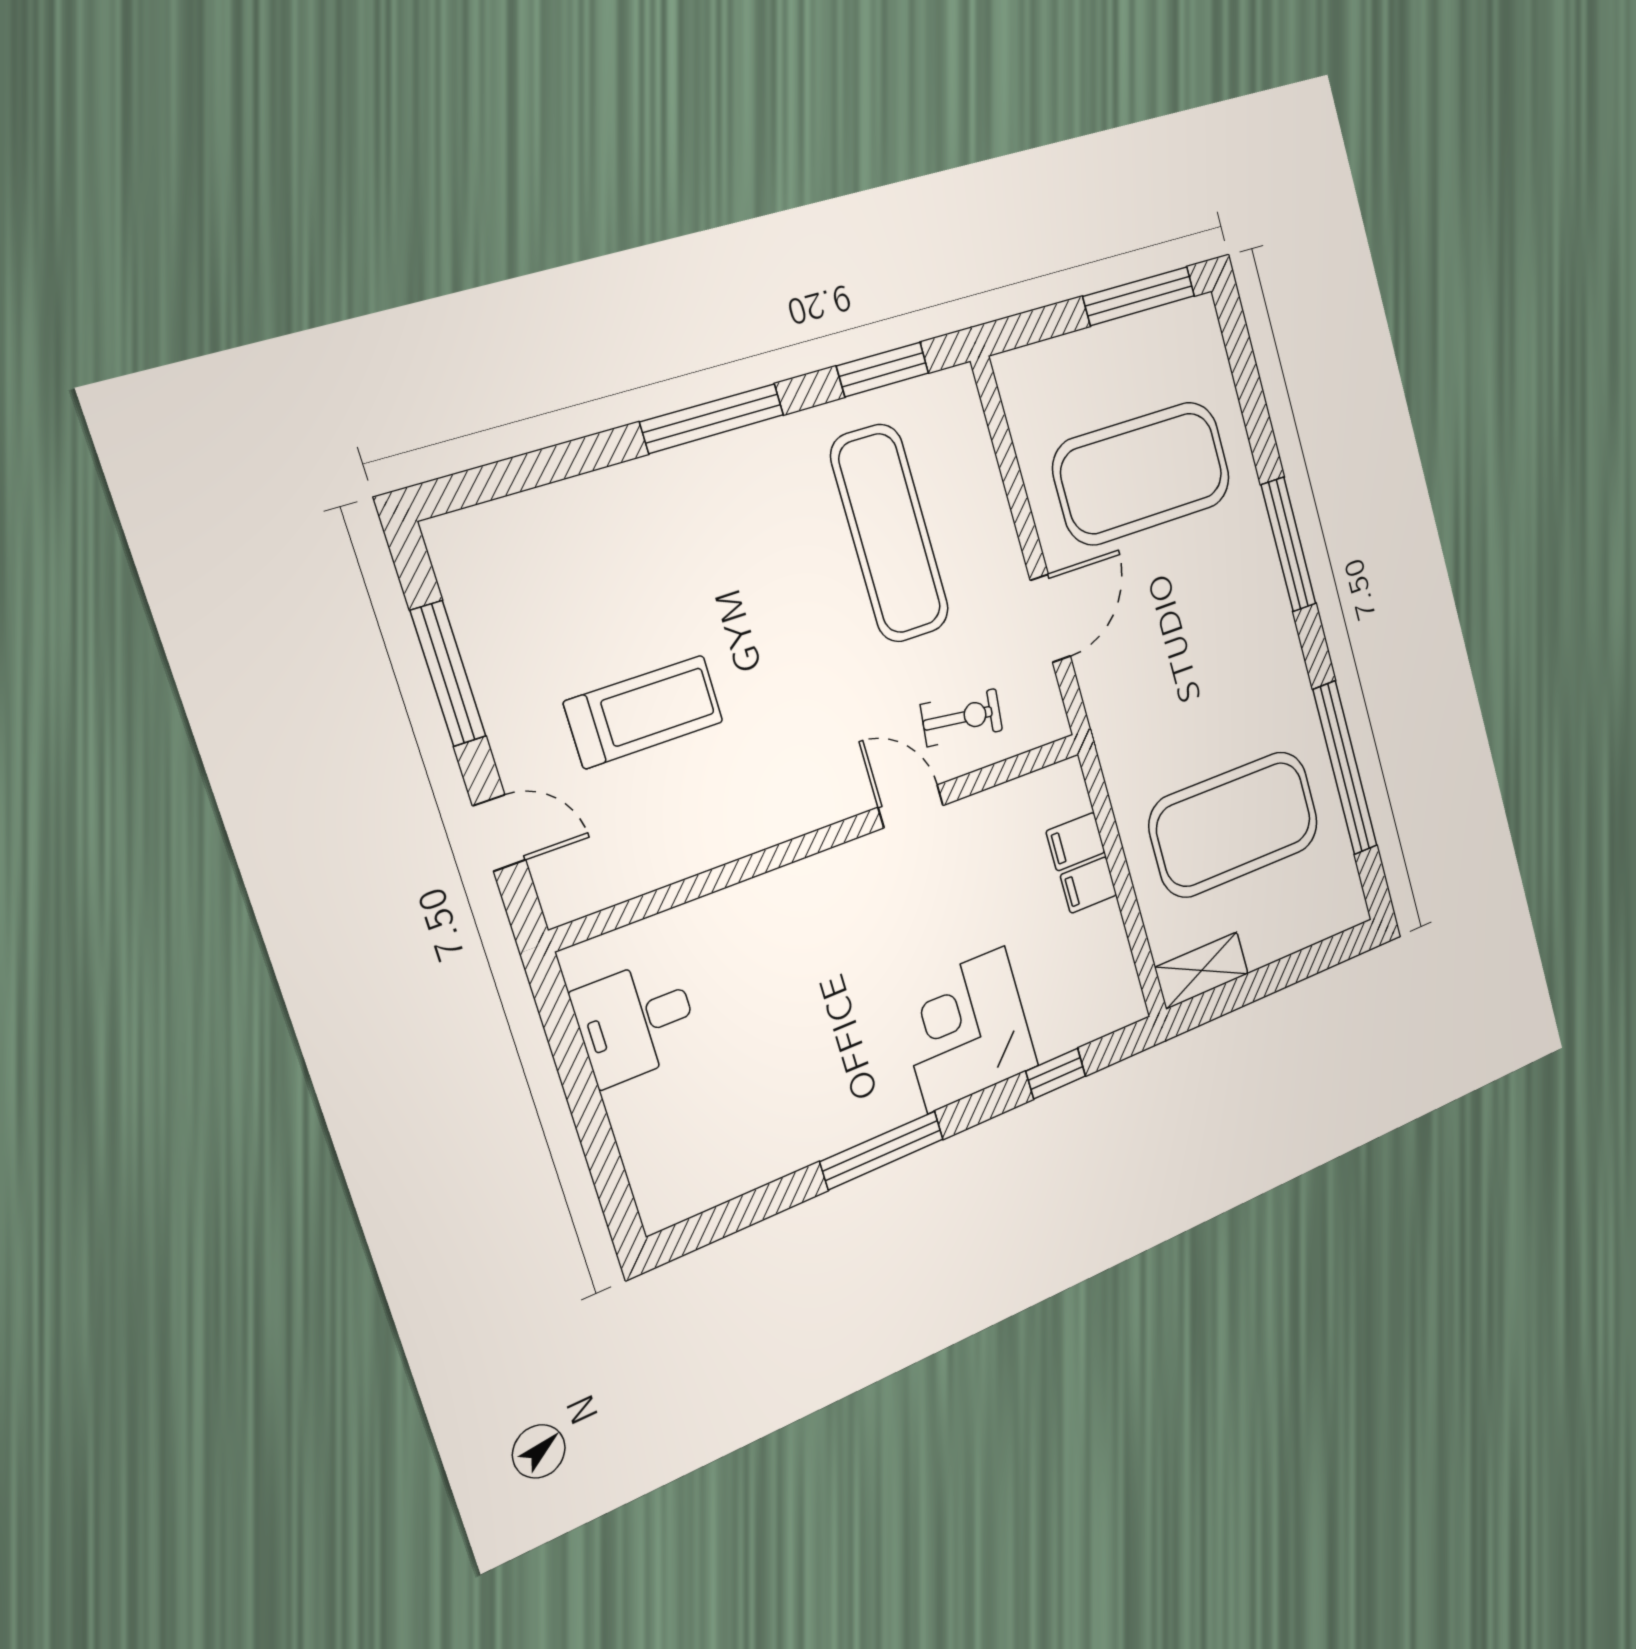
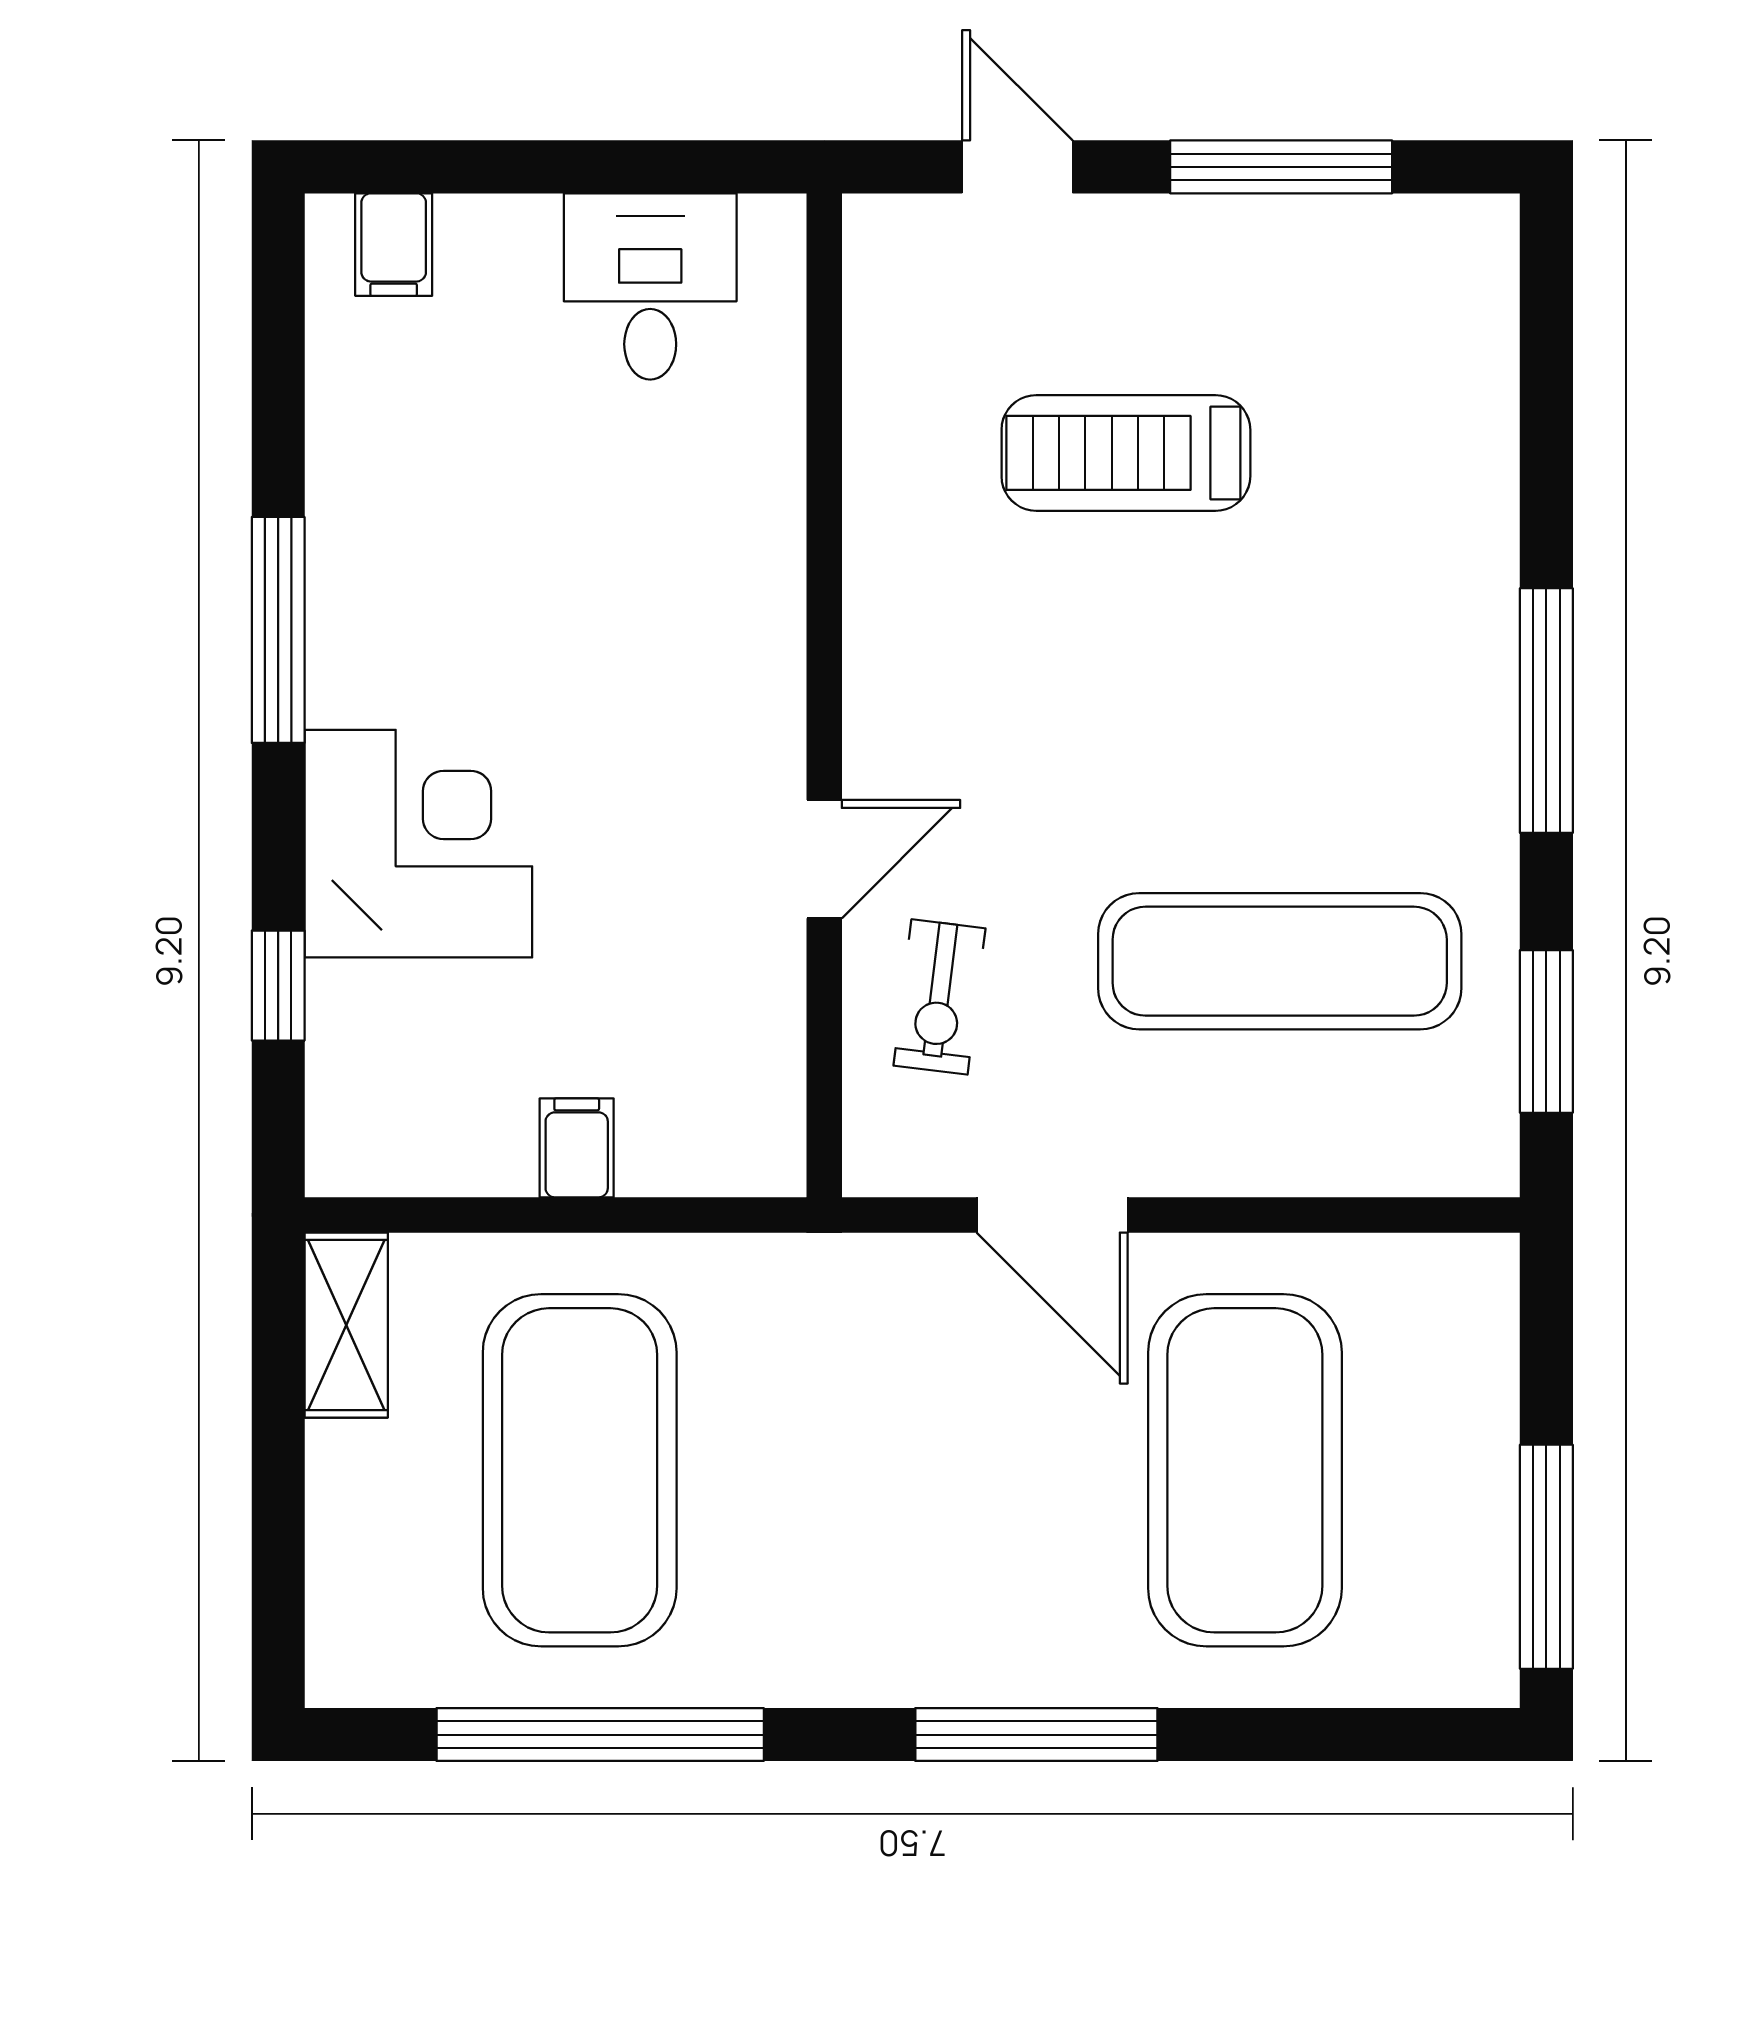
treadmill: (644, 712) -> (1126, 453), turned 90
door: (499, 833) -> (1017, 167), swing flipped
filing cabinet: (1076, 842) -> (394, 245), moved, turned 180

